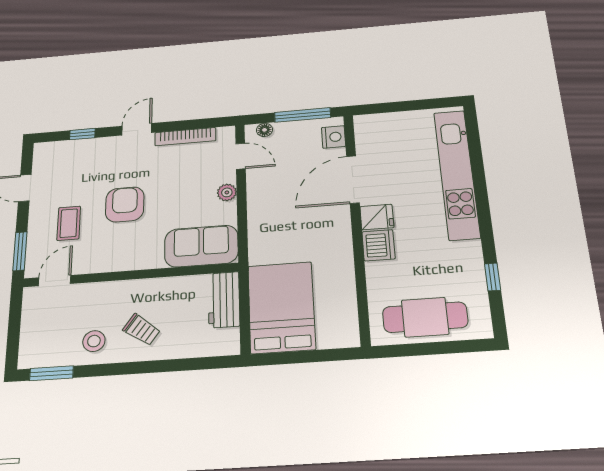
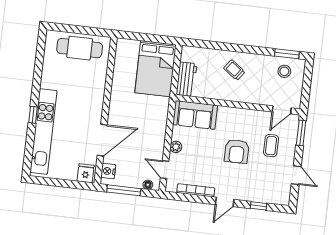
fridge: (377, 217) -> (86, 173), moved, turned 90
dishwasher: (378, 245) -> (96, 96), removed
window: (492, 277) -> (33, 115), moved
stool: (94, 341) -> (284, 71), moved

